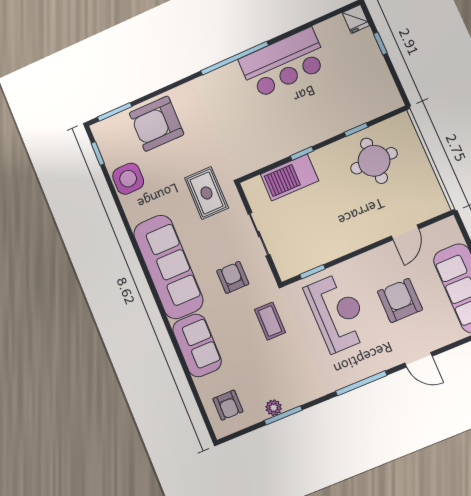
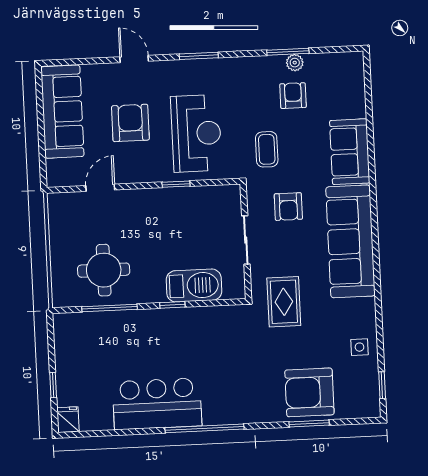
window: (115, 112) -> (309, 424), moved
armchair: (156, 124) -> (309, 392), turned 180
window: (356, 130) -> (110, 308), width x2.17
side table: (128, 179) -> (359, 347), width x0.54, depth x0.54
window: (312, 272) -> (176, 184), moved
armchair: (400, 300) -> (130, 123), turned 180
reception desk: (337, 313) -> (196, 133), turned 180
window: (361, 383) -> (199, 56), width x0.69
armchair: (228, 405) -> (293, 96), moved

